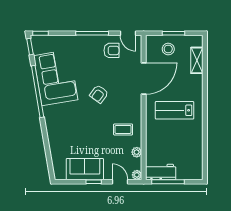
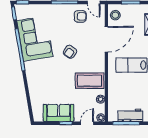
stool: (168, 49) -> (115, 15), moved
coffee table: (123, 129) -> (90, 81), width x1.86, depth x1.72
workbench: (161, 172) -> (130, 115), moved
door: (120, 182) -> (87, 123), hinge flipped

